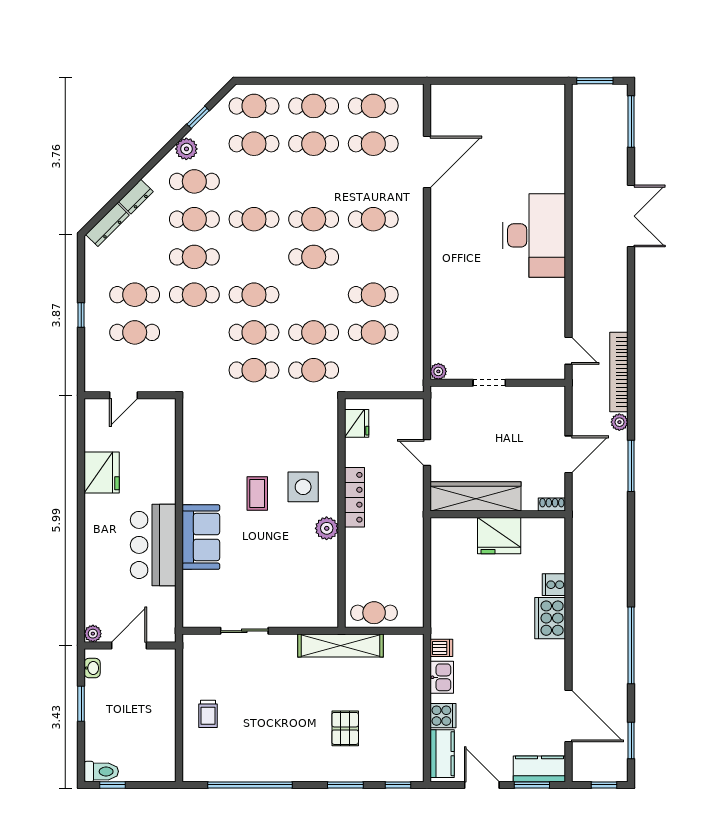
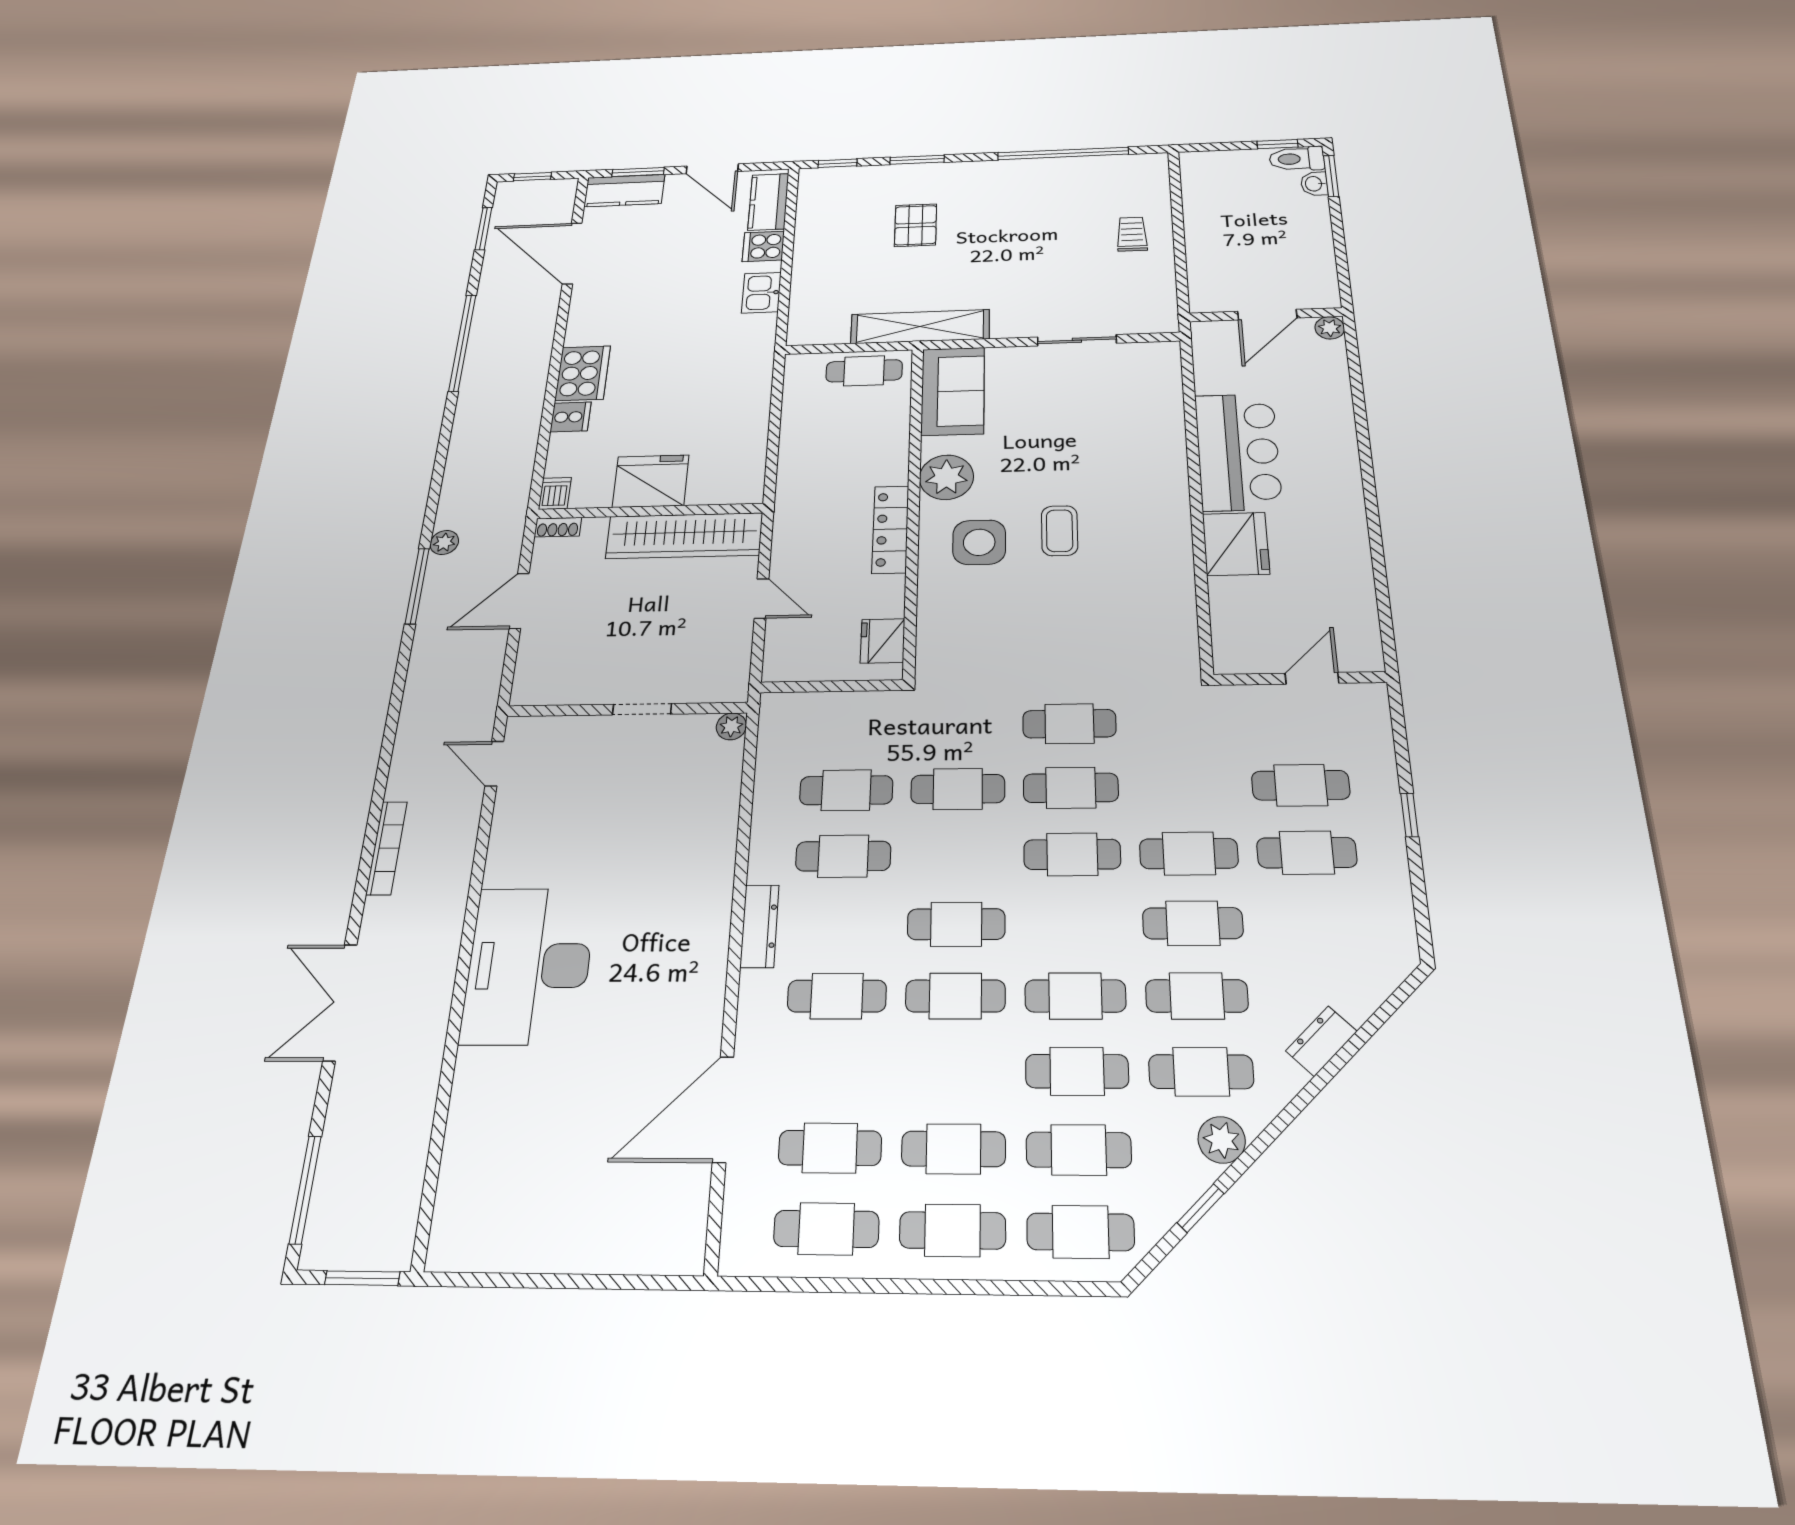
dresser: (107, 225) -> (760, 926), moved, turned 135
cafe table: (314, 370) -> (1077, 1071), moved
bookcase: (619, 372) -> (387, 848), moved, width x0.68, depth x0.76
plant: (619, 422) -> (444, 542), moved
fridge: (102, 473) -> (1236, 544), moved, turned 180
plant: (327, 528) -> (946, 477), width x1.36, depth x1.36
sofa: (201, 537) -> (953, 391), moved, turned 180
dishwasher: (441, 648) -> (555, 493), moved, turned 90
washbasin: (92, 668) -> (1314, 184), moved
window: (81, 704) -> (1331, 176), moved

